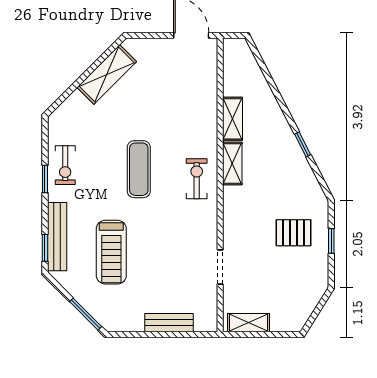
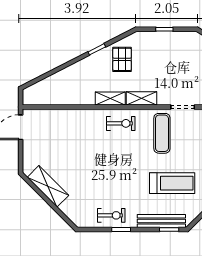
shelving: (233, 119) -> (141, 98), moved
exercise mat: (139, 169) -> (162, 133), moved, turned 90
exercise bike: (197, 179) -> (121, 123), turned 180
pallet: (294, 233) -> (122, 59), moved

